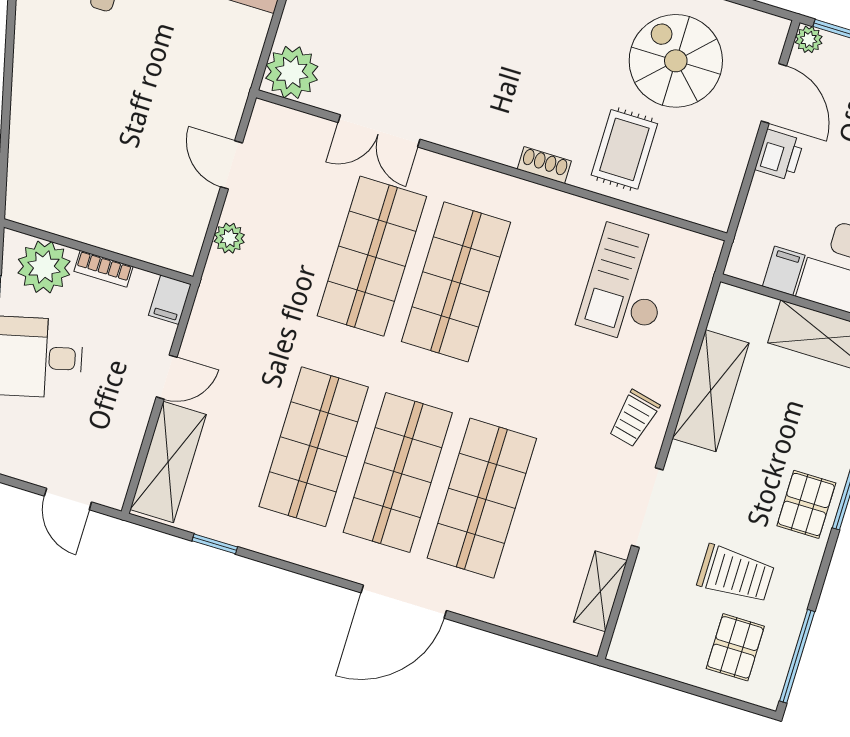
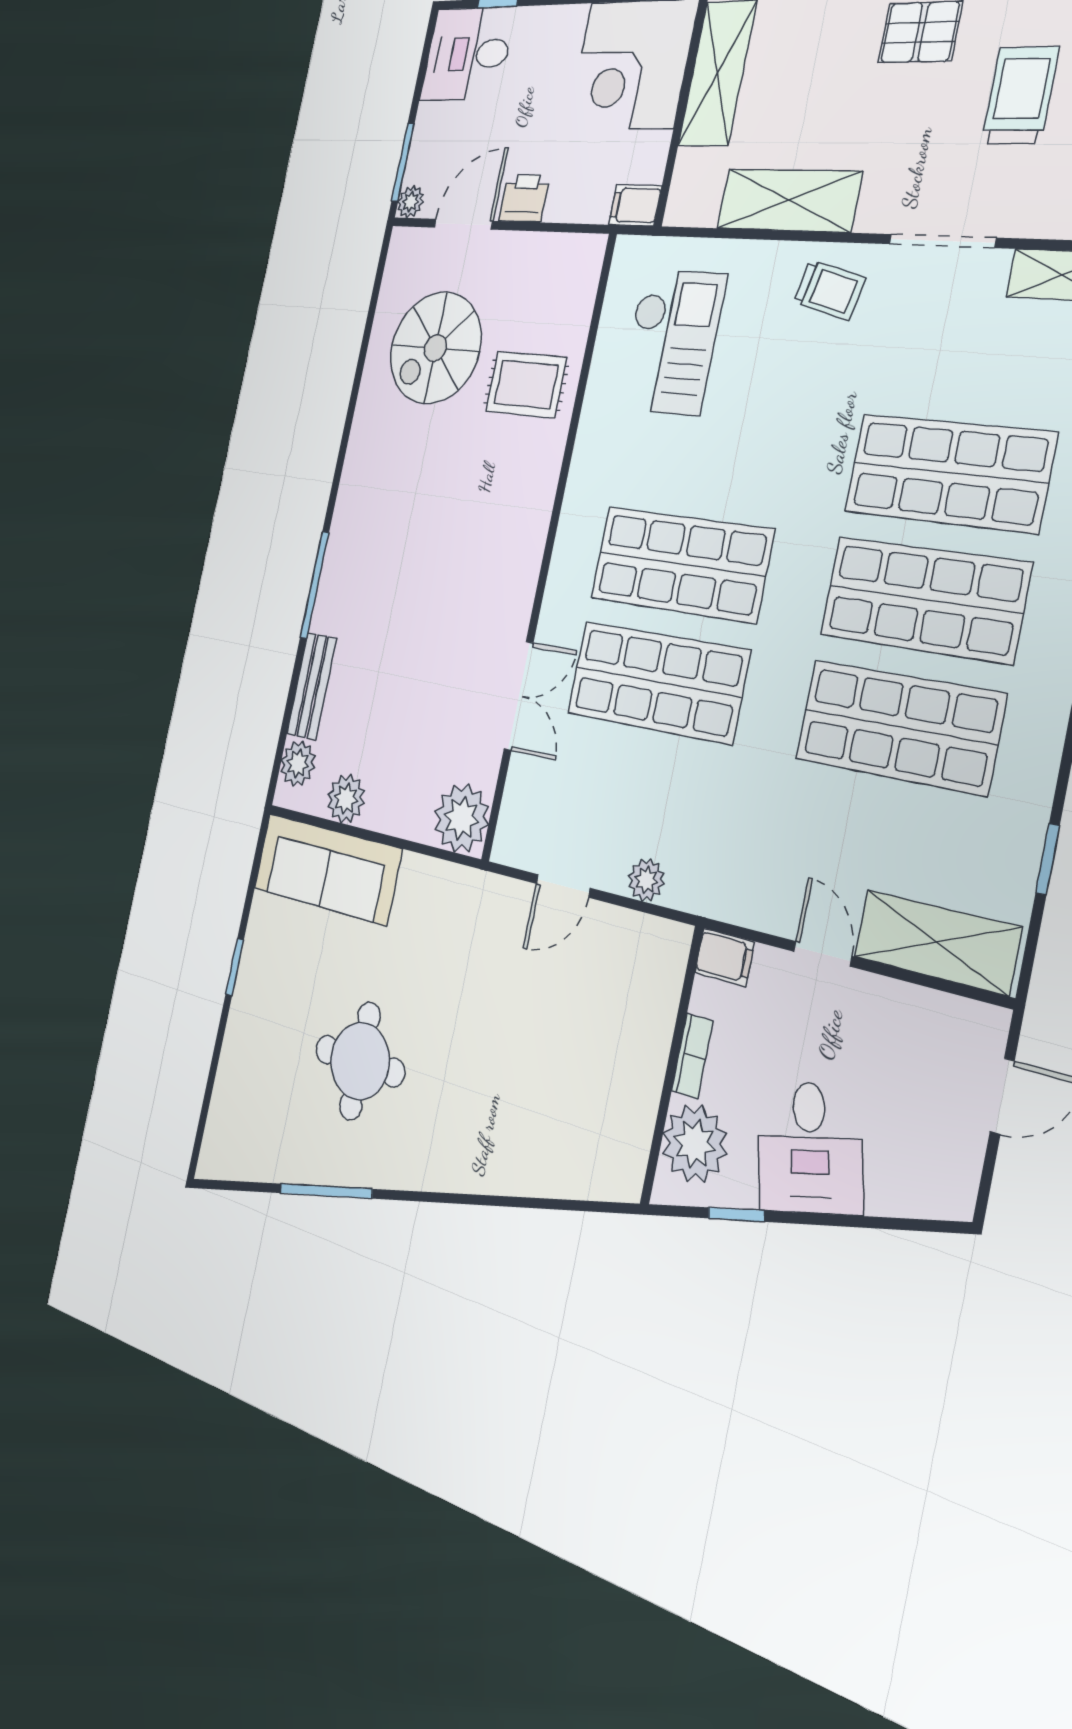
shoe rack: (544, 165) -> (546, 479), removed
filing cabinet: (784, 271) -> (635, 205), moved
checkout: (627, 284) -> (671, 342), turned -90

